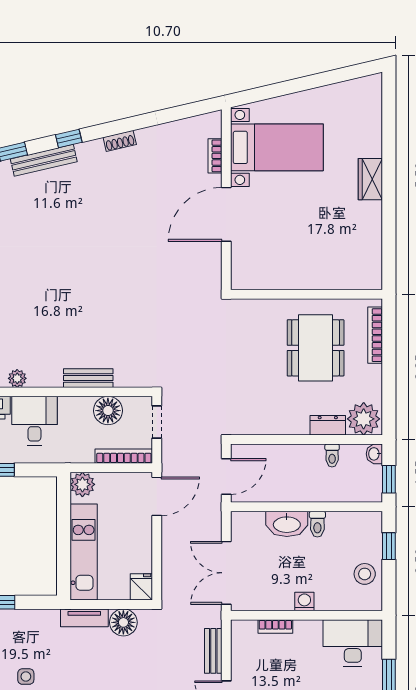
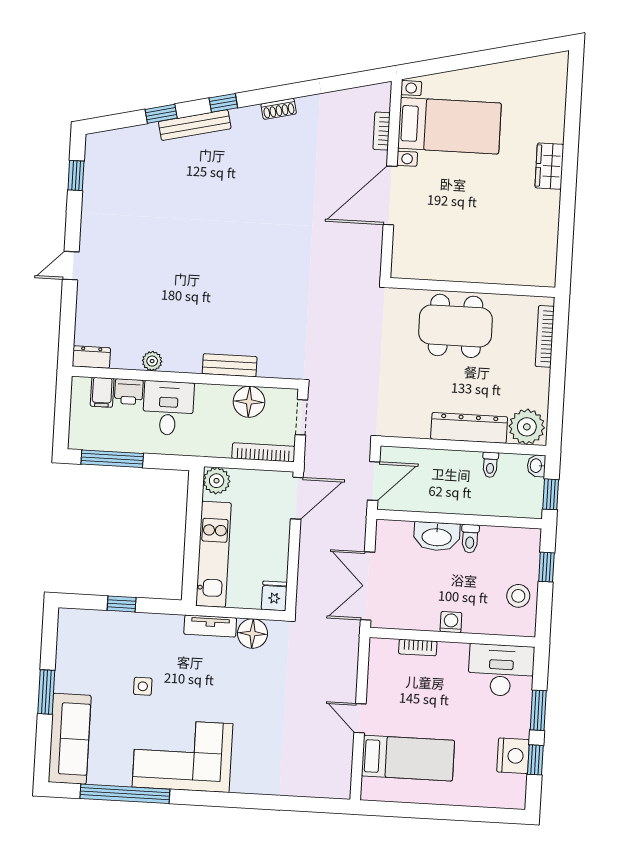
dining table: (316, 348) -> (455, 326), moved, turned 90
dresser: (328, 425) -> (469, 428), width x1.96, depth x1.24
bench: (213, 651) -> (349, 670), removed

